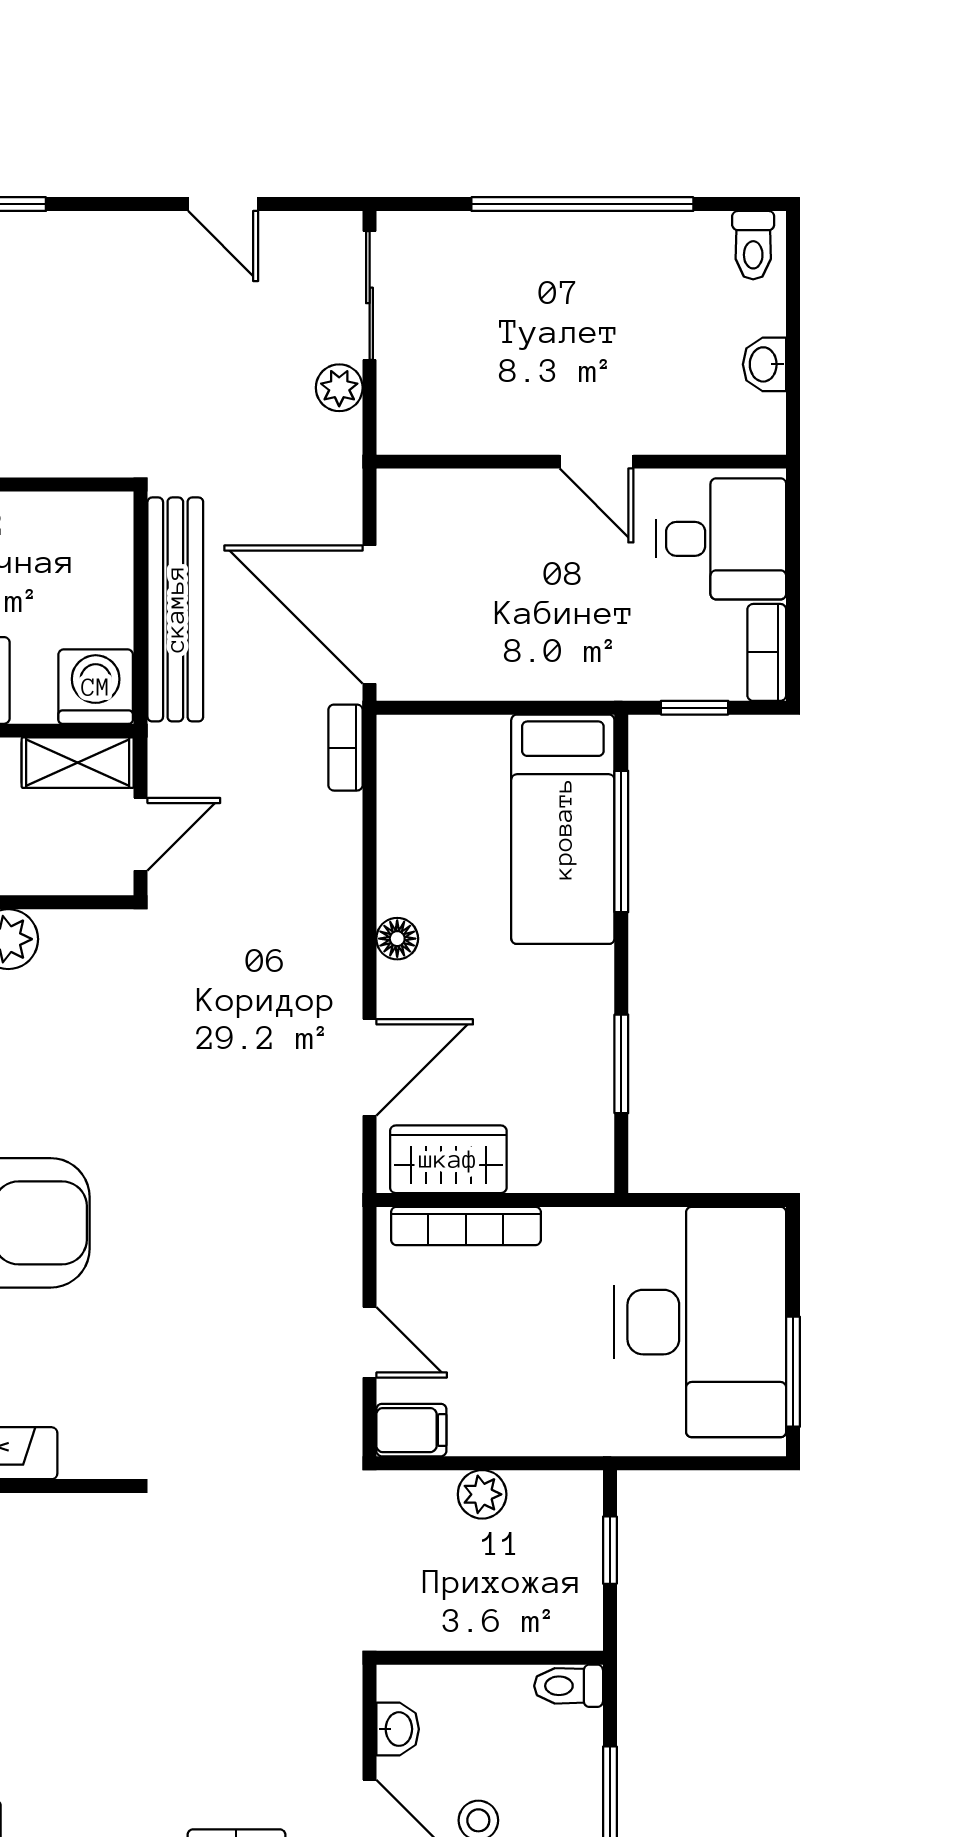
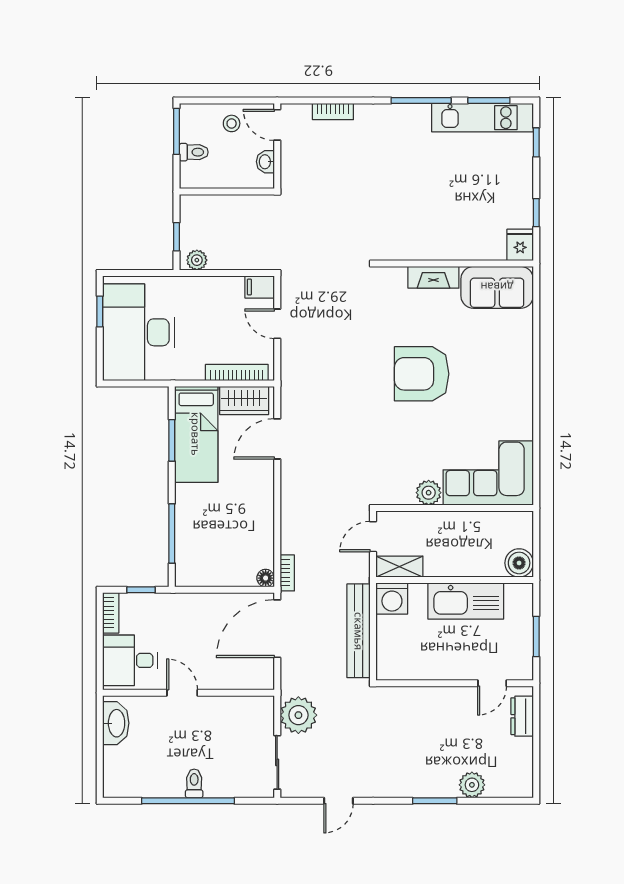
door: (223, 204) -> (338, 801), swing flipped
toilet: (753, 245) -> (194, 783), moved
washbasin: (765, 364) -> (116, 723), width x1.91, depth x1.45
plant: (339, 388) -> (298, 715), width x1.87, depth x1.87
door: (370, 615) -> (277, 629), swing flipped
bed: (563, 829) -> (196, 434), moved, turned 180
floor lamp: (397, 939) -> (266, 578), moved
window: (793, 1372) -> (100, 311), width x0.67
plant: (482, 1494) -> (197, 260), moved
toilet: (569, 1686) -> (194, 152), moved

